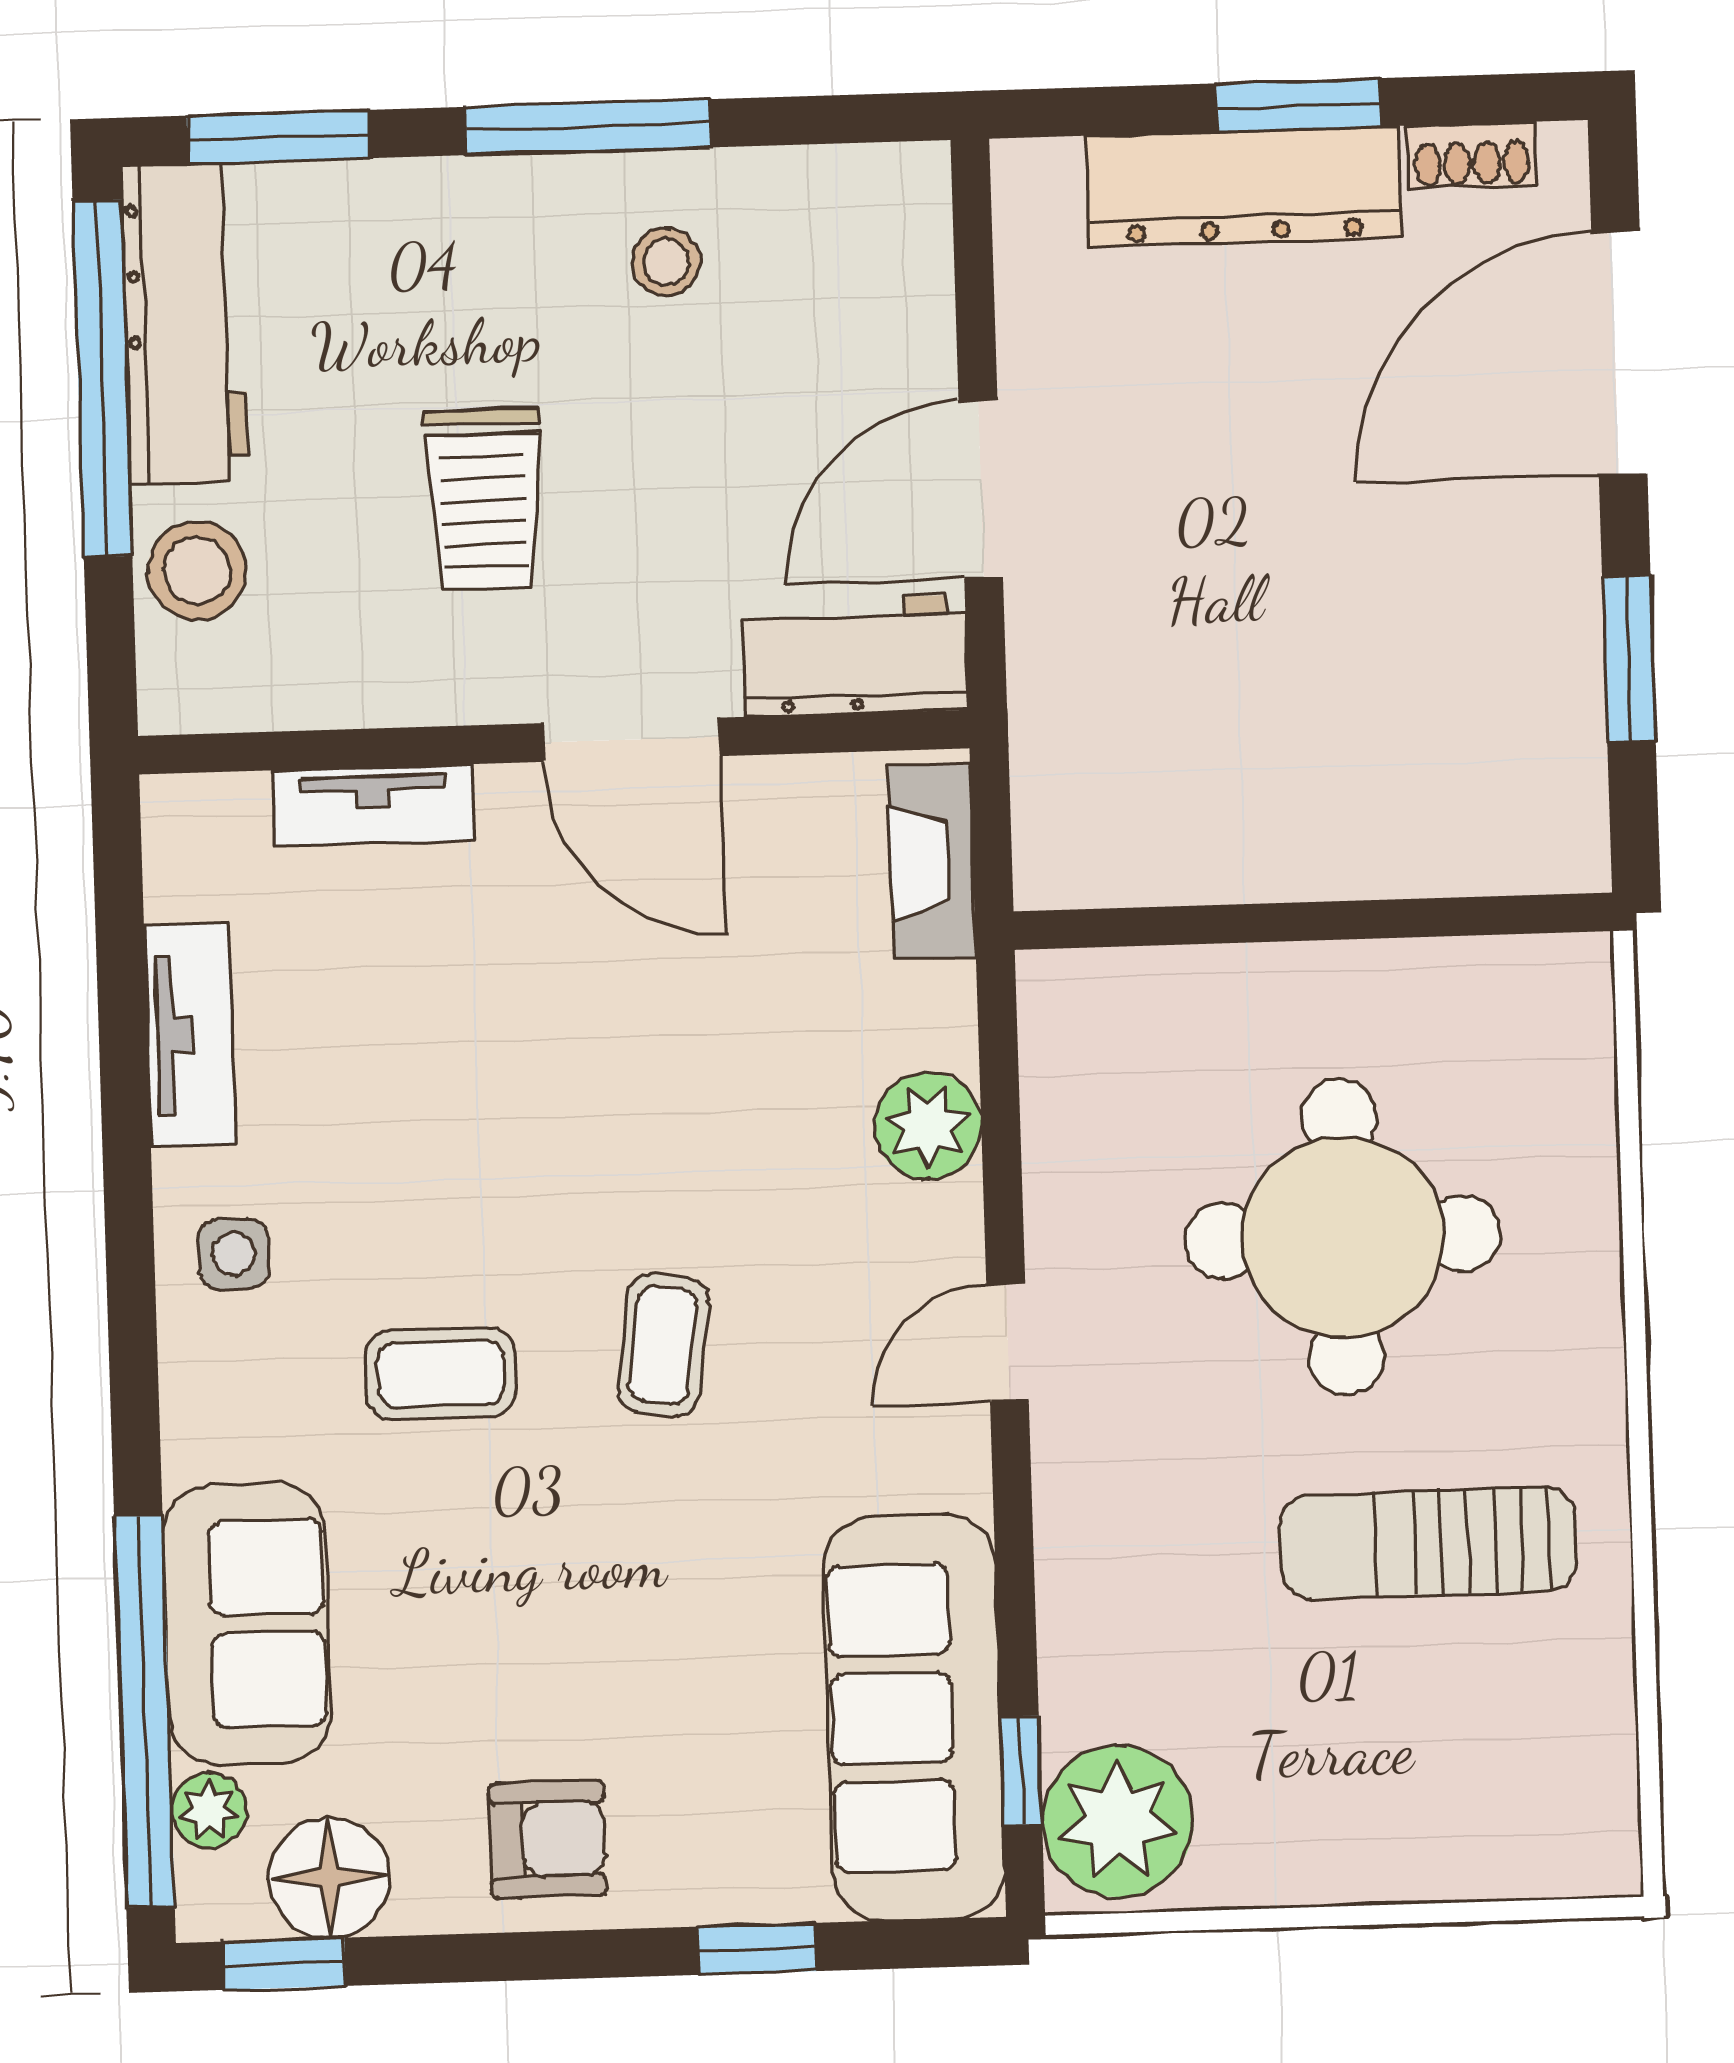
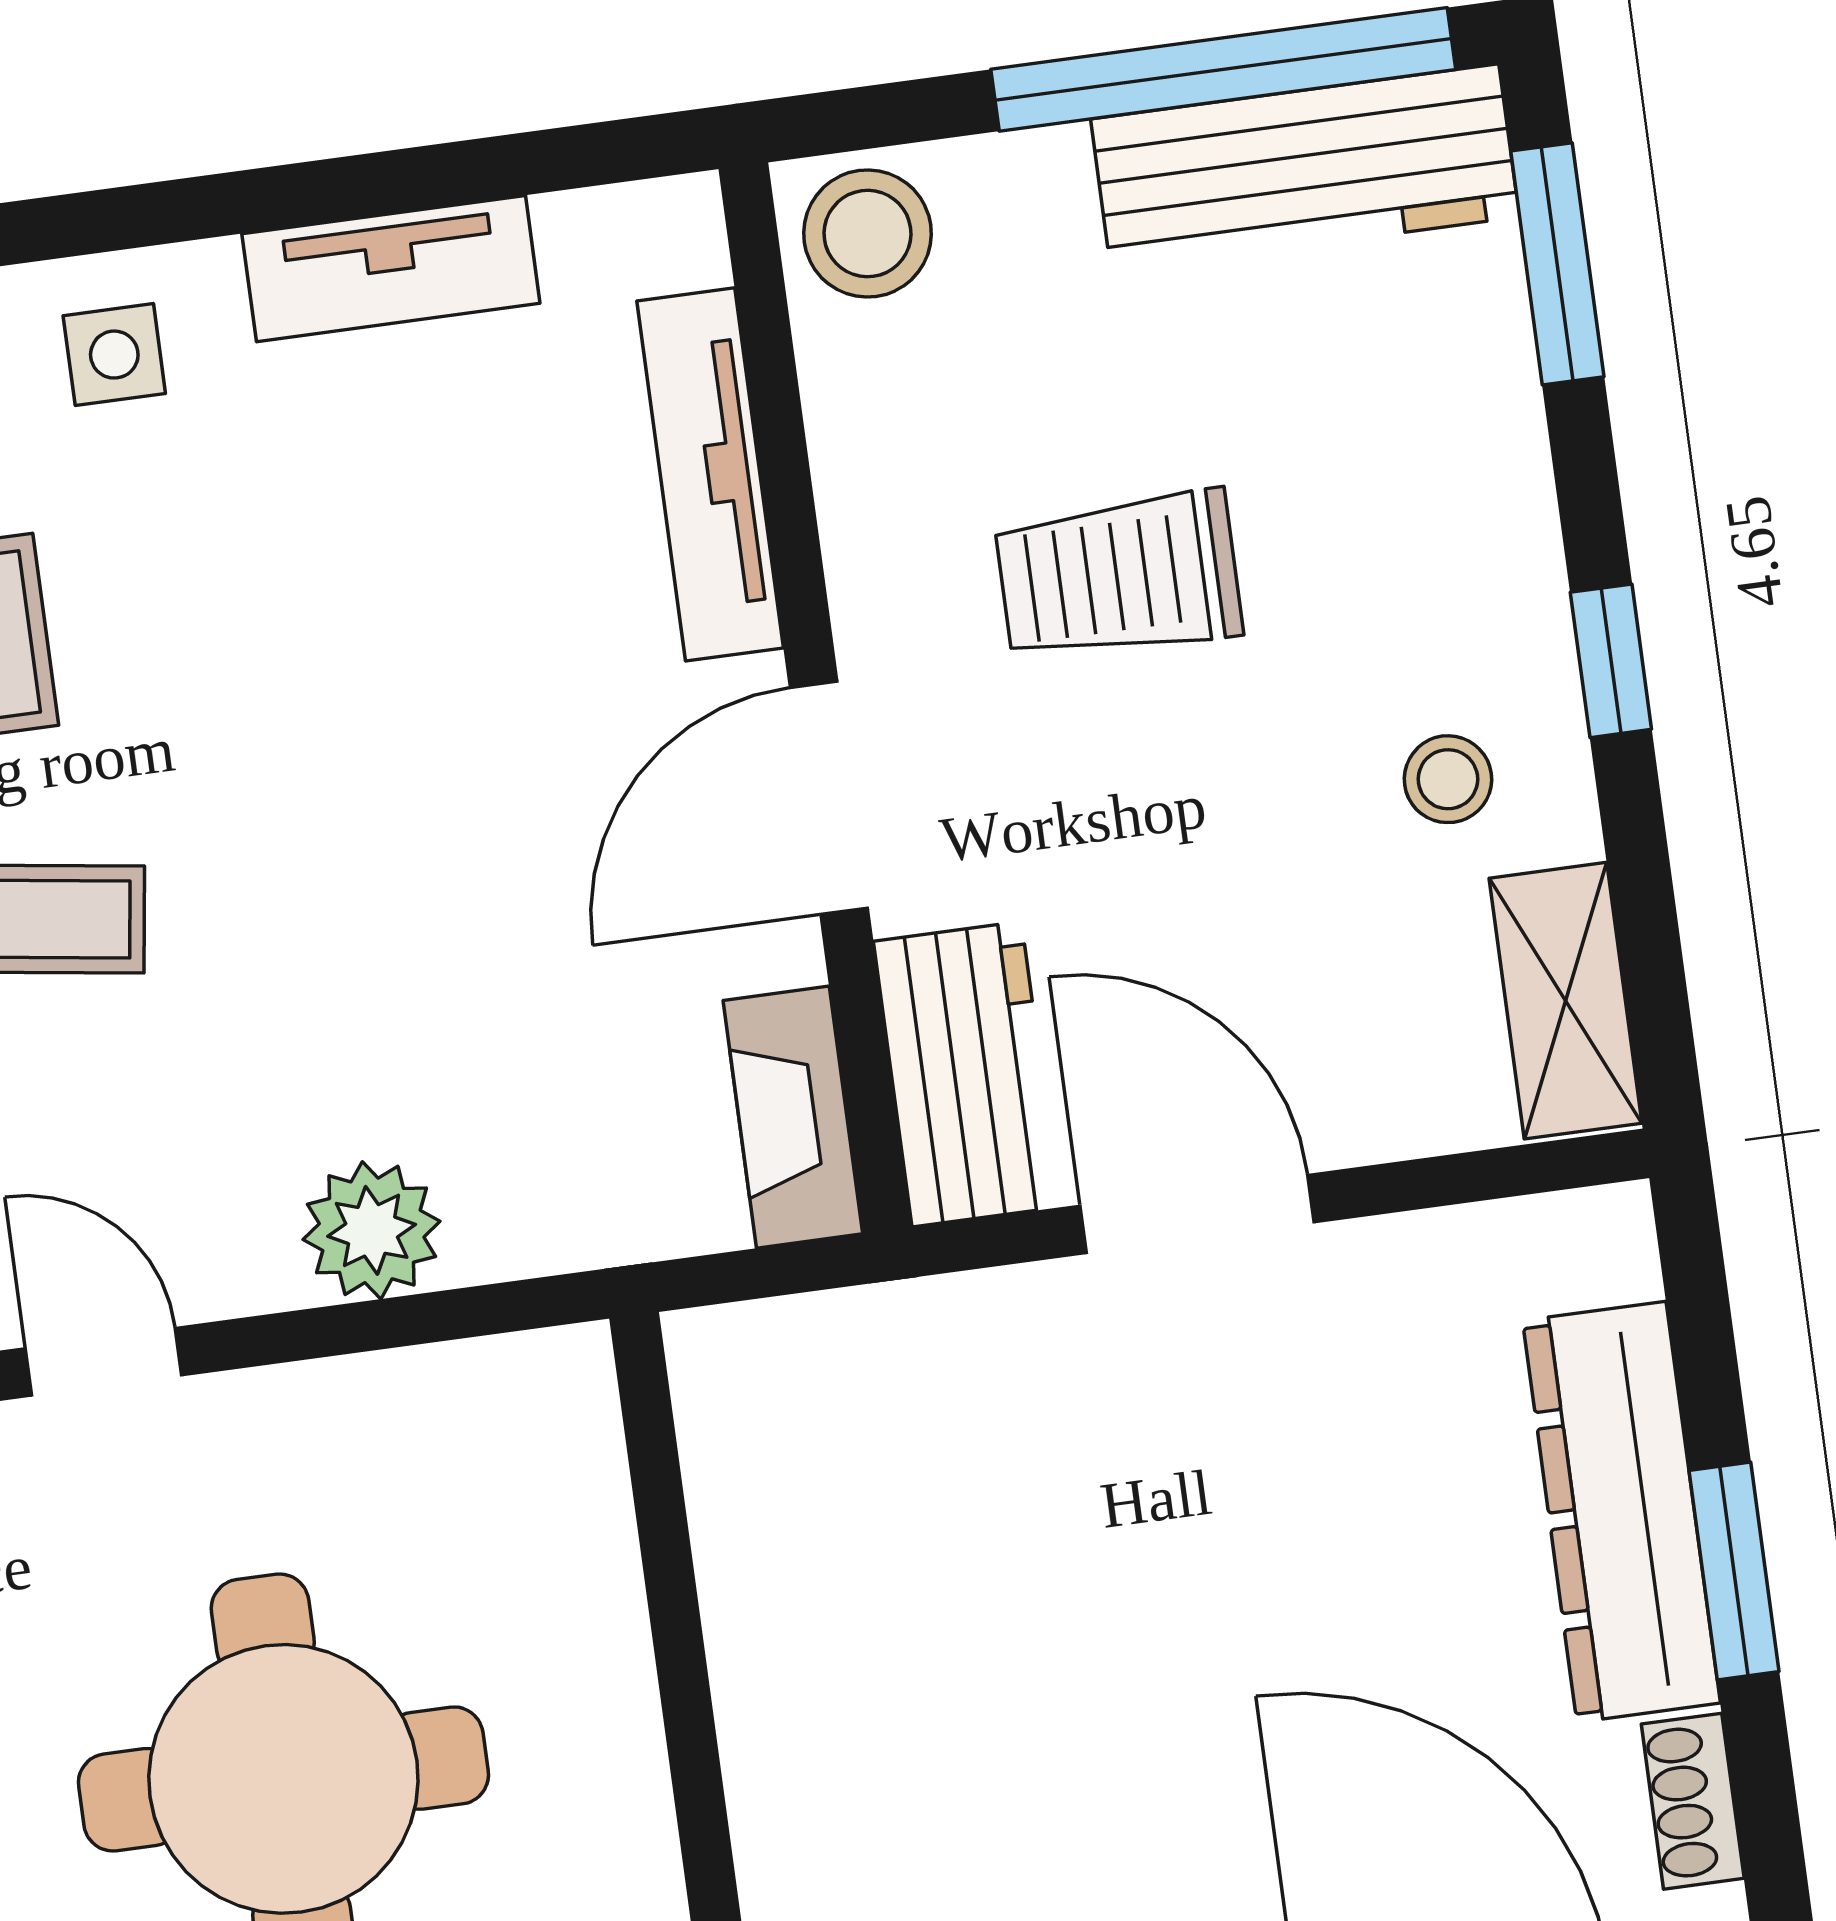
window: (588, 127) -> (1611, 661), width x0.46
shelving: (846, 189) -> (1566, 1001), added
stool: (197, 571) -> (867, 234), moved
tv unit: (373, 805) -> (710, 474), width x1.41
fireplace: (932, 862) -> (793, 1117), moved, turned -90

